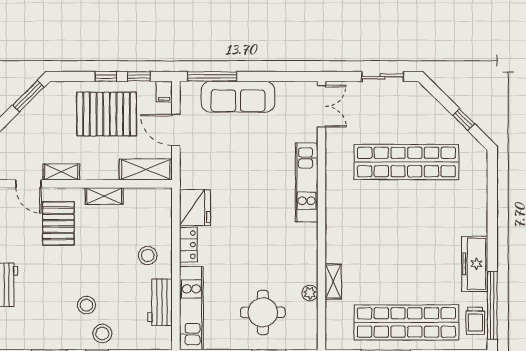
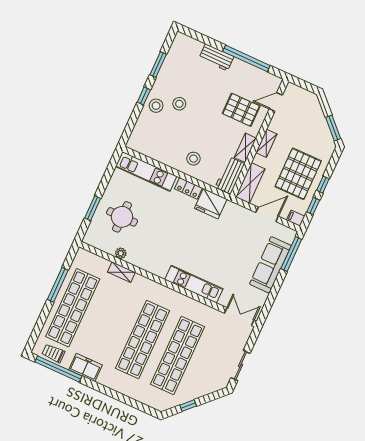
double door: (321, 106) -> (239, 317), swing flipped
shelving: (61, 172) -> (266, 143), moved
shop shelf: (406, 216) -> (143, 340), added
freezer: (475, 264) -> (85, 367), width x0.71
workbench: (160, 302) -> (230, 175), moved, turned -90

